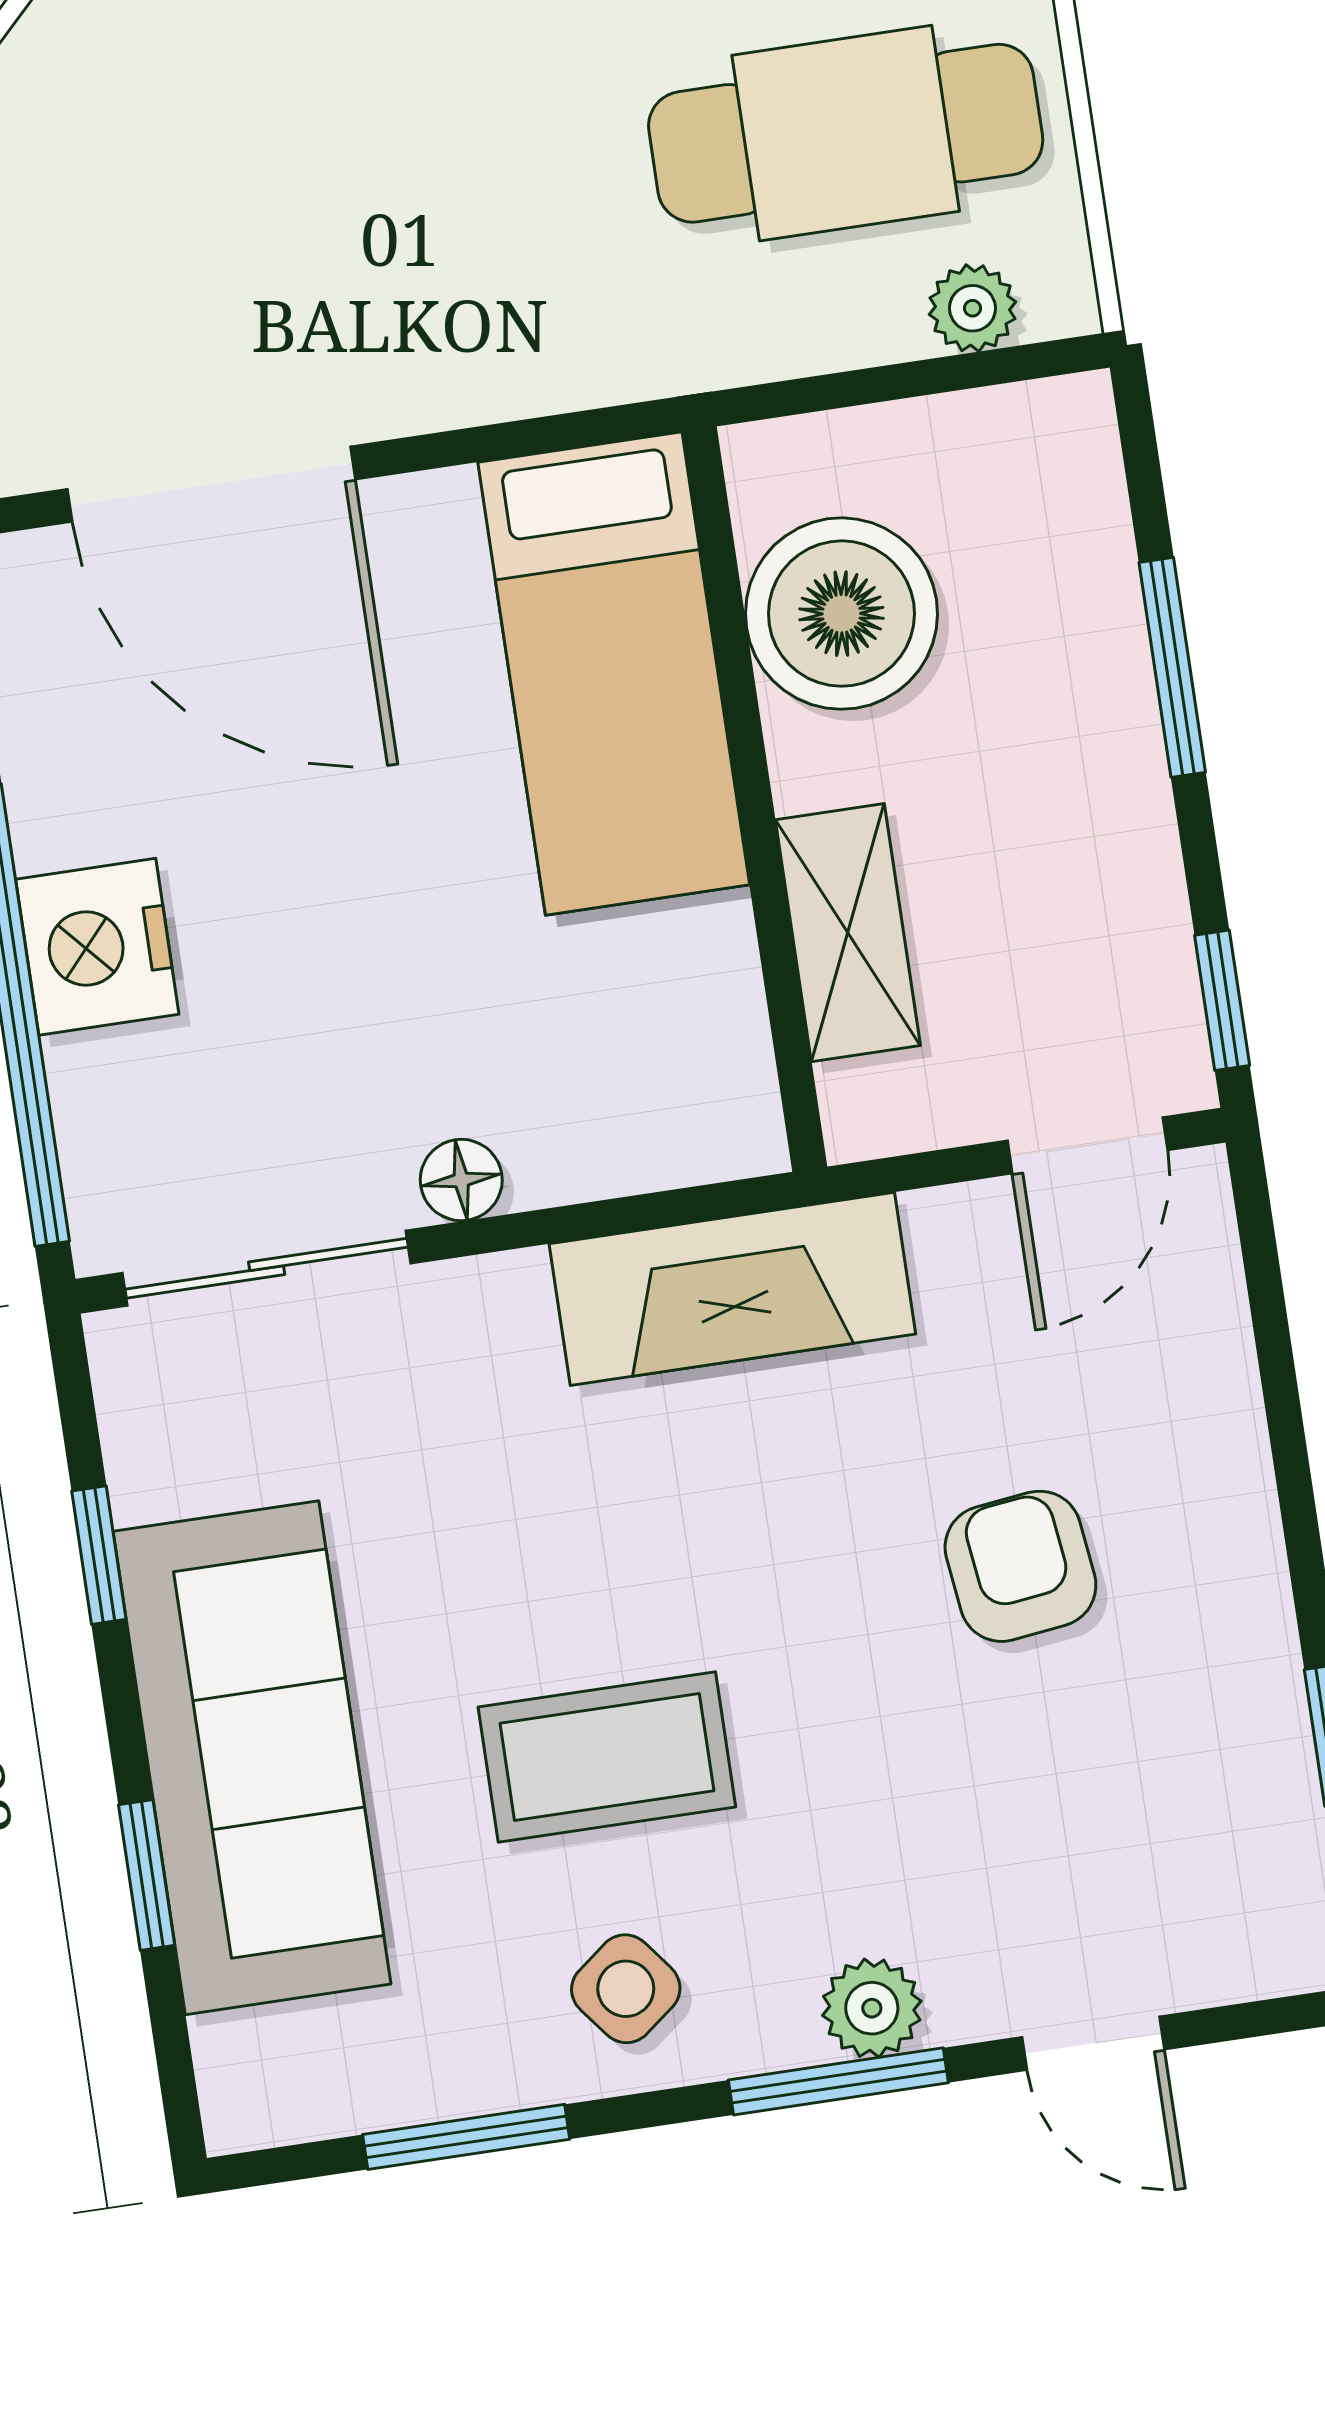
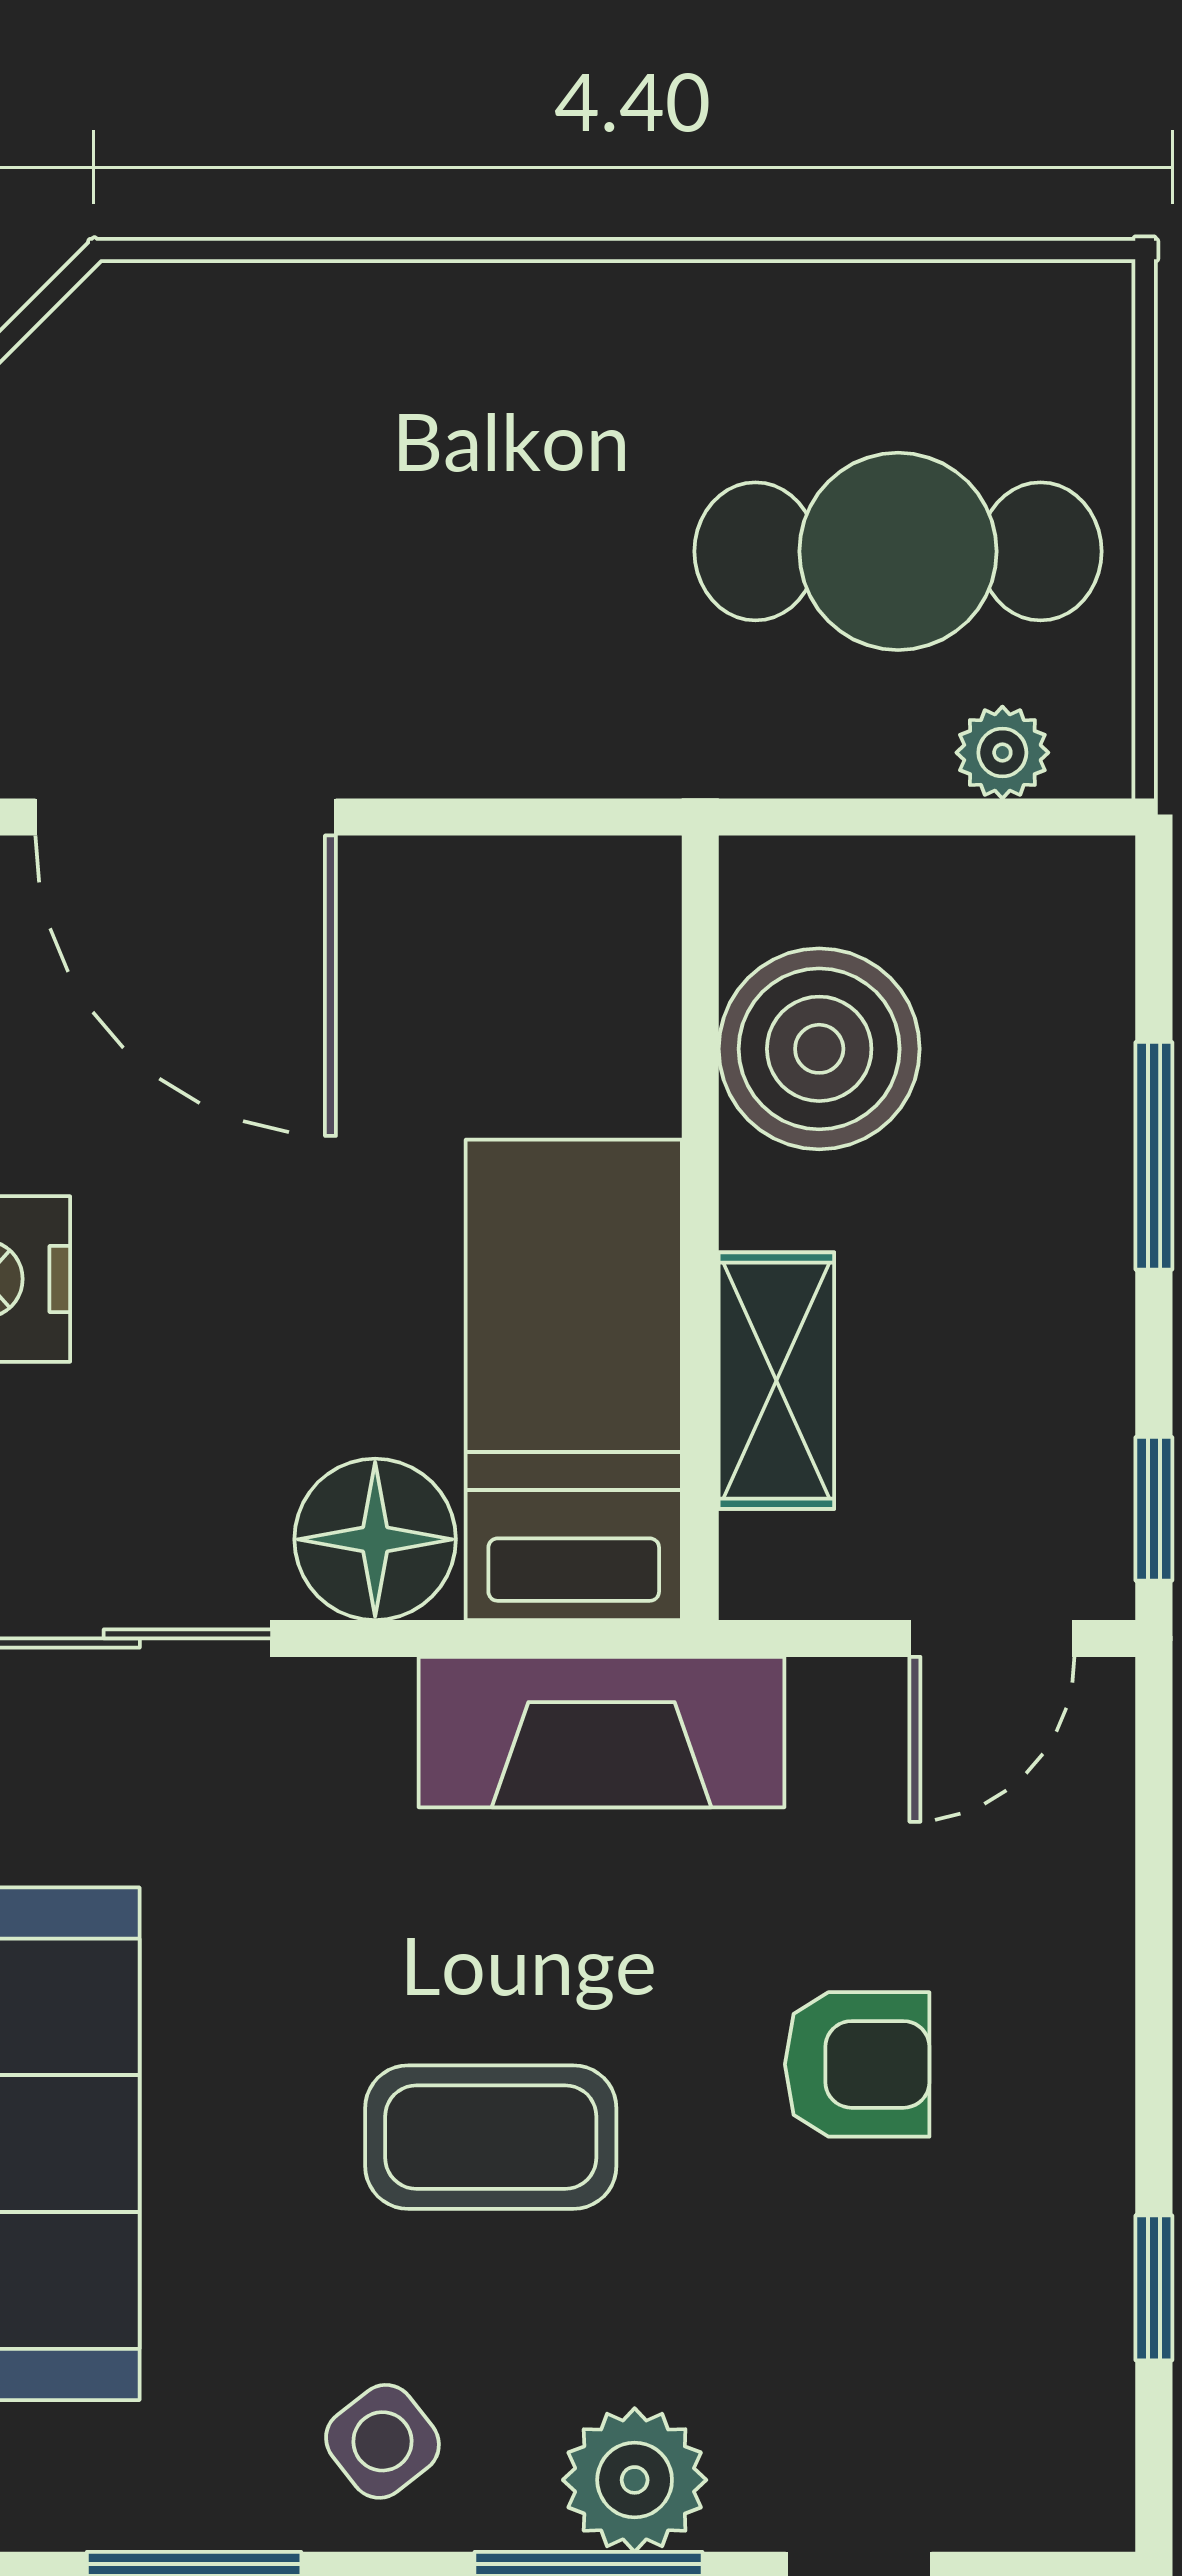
bed: (614, 673) -> (574, 1380), moved, turned 180
floor lamp: (461, 1180) -> (375, 1539), width x1.89, depth x1.89
armchair: (1020, 1566) -> (857, 2064), turned 97
coffee table: (607, 1757) -> (491, 2137), moved
plant: (872, 2008) -> (635, 2480), width x1.38, depth x1.38

